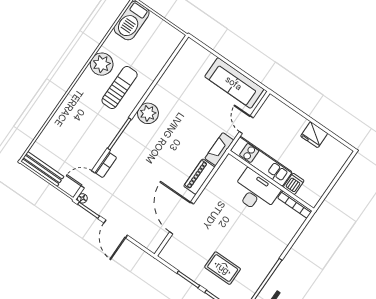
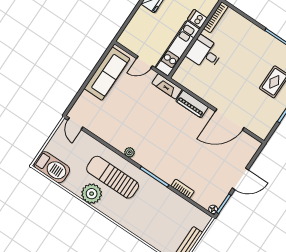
sun lounger: (120, 88) -> (113, 177), width x1.36, depth x1.34
plant: (148, 113) -> (129, 152), width x0.53, depth x0.53
door: (88, 179) -> (75, 124), moved
desk: (256, 191) -> (205, 53), width x0.73

